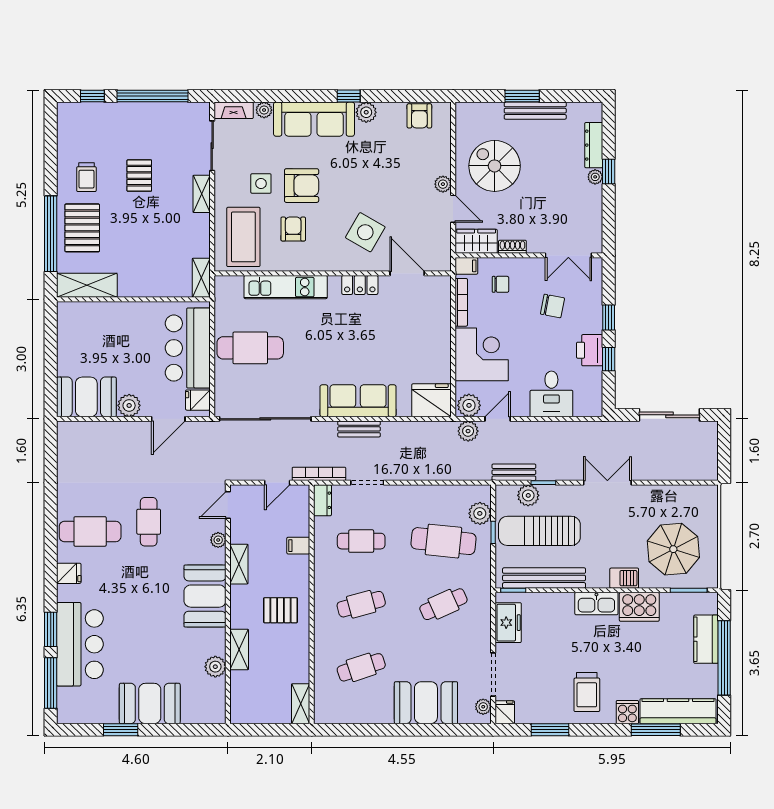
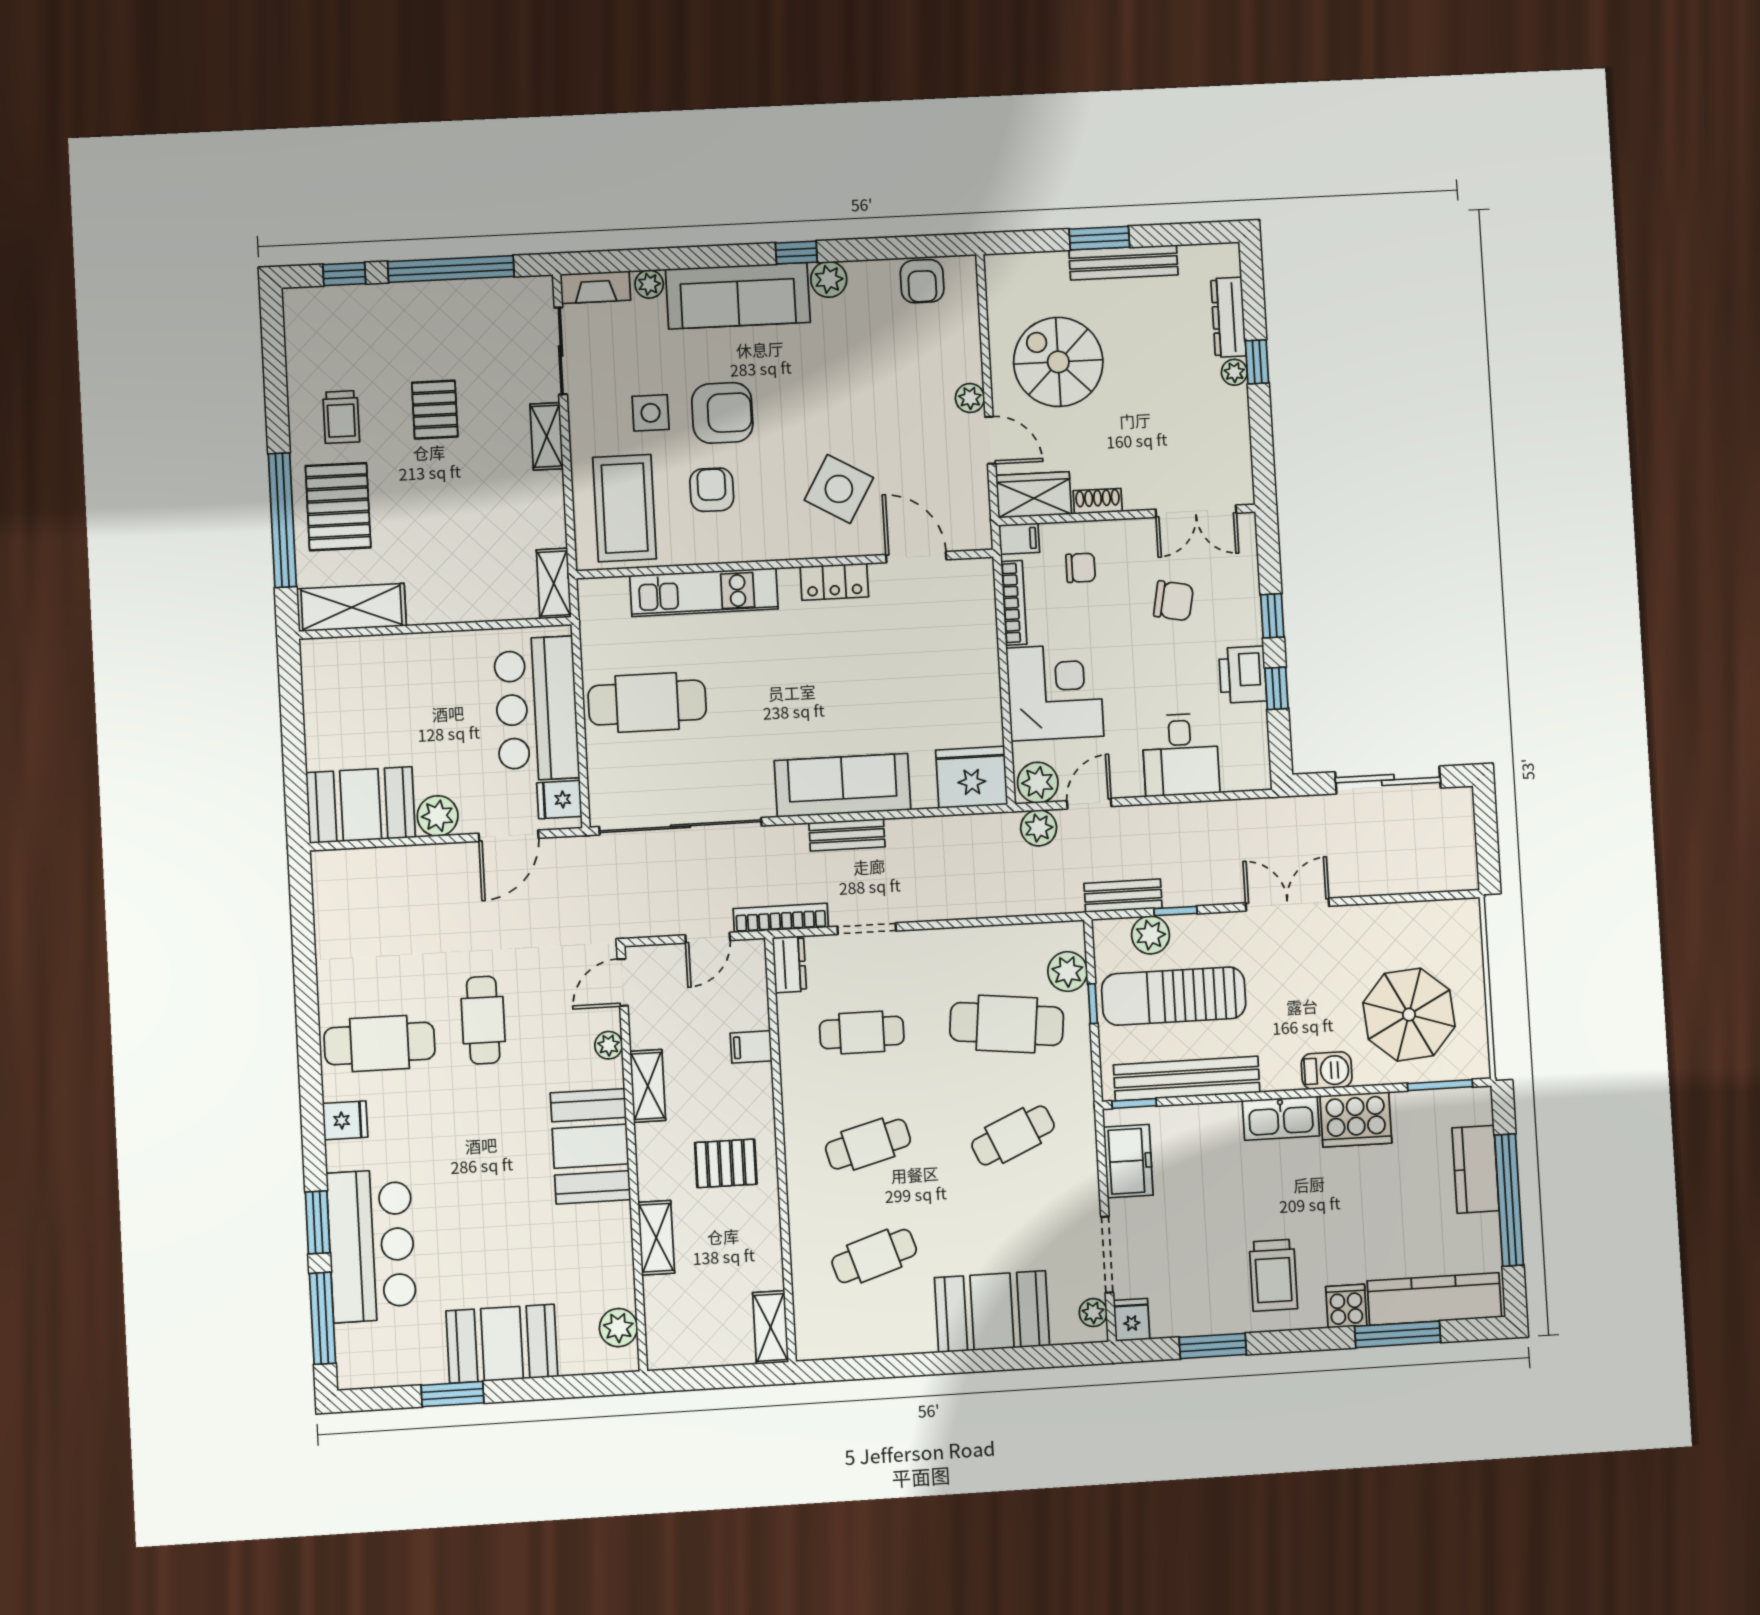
plant: (215, 667) -> (618, 1328), moved

